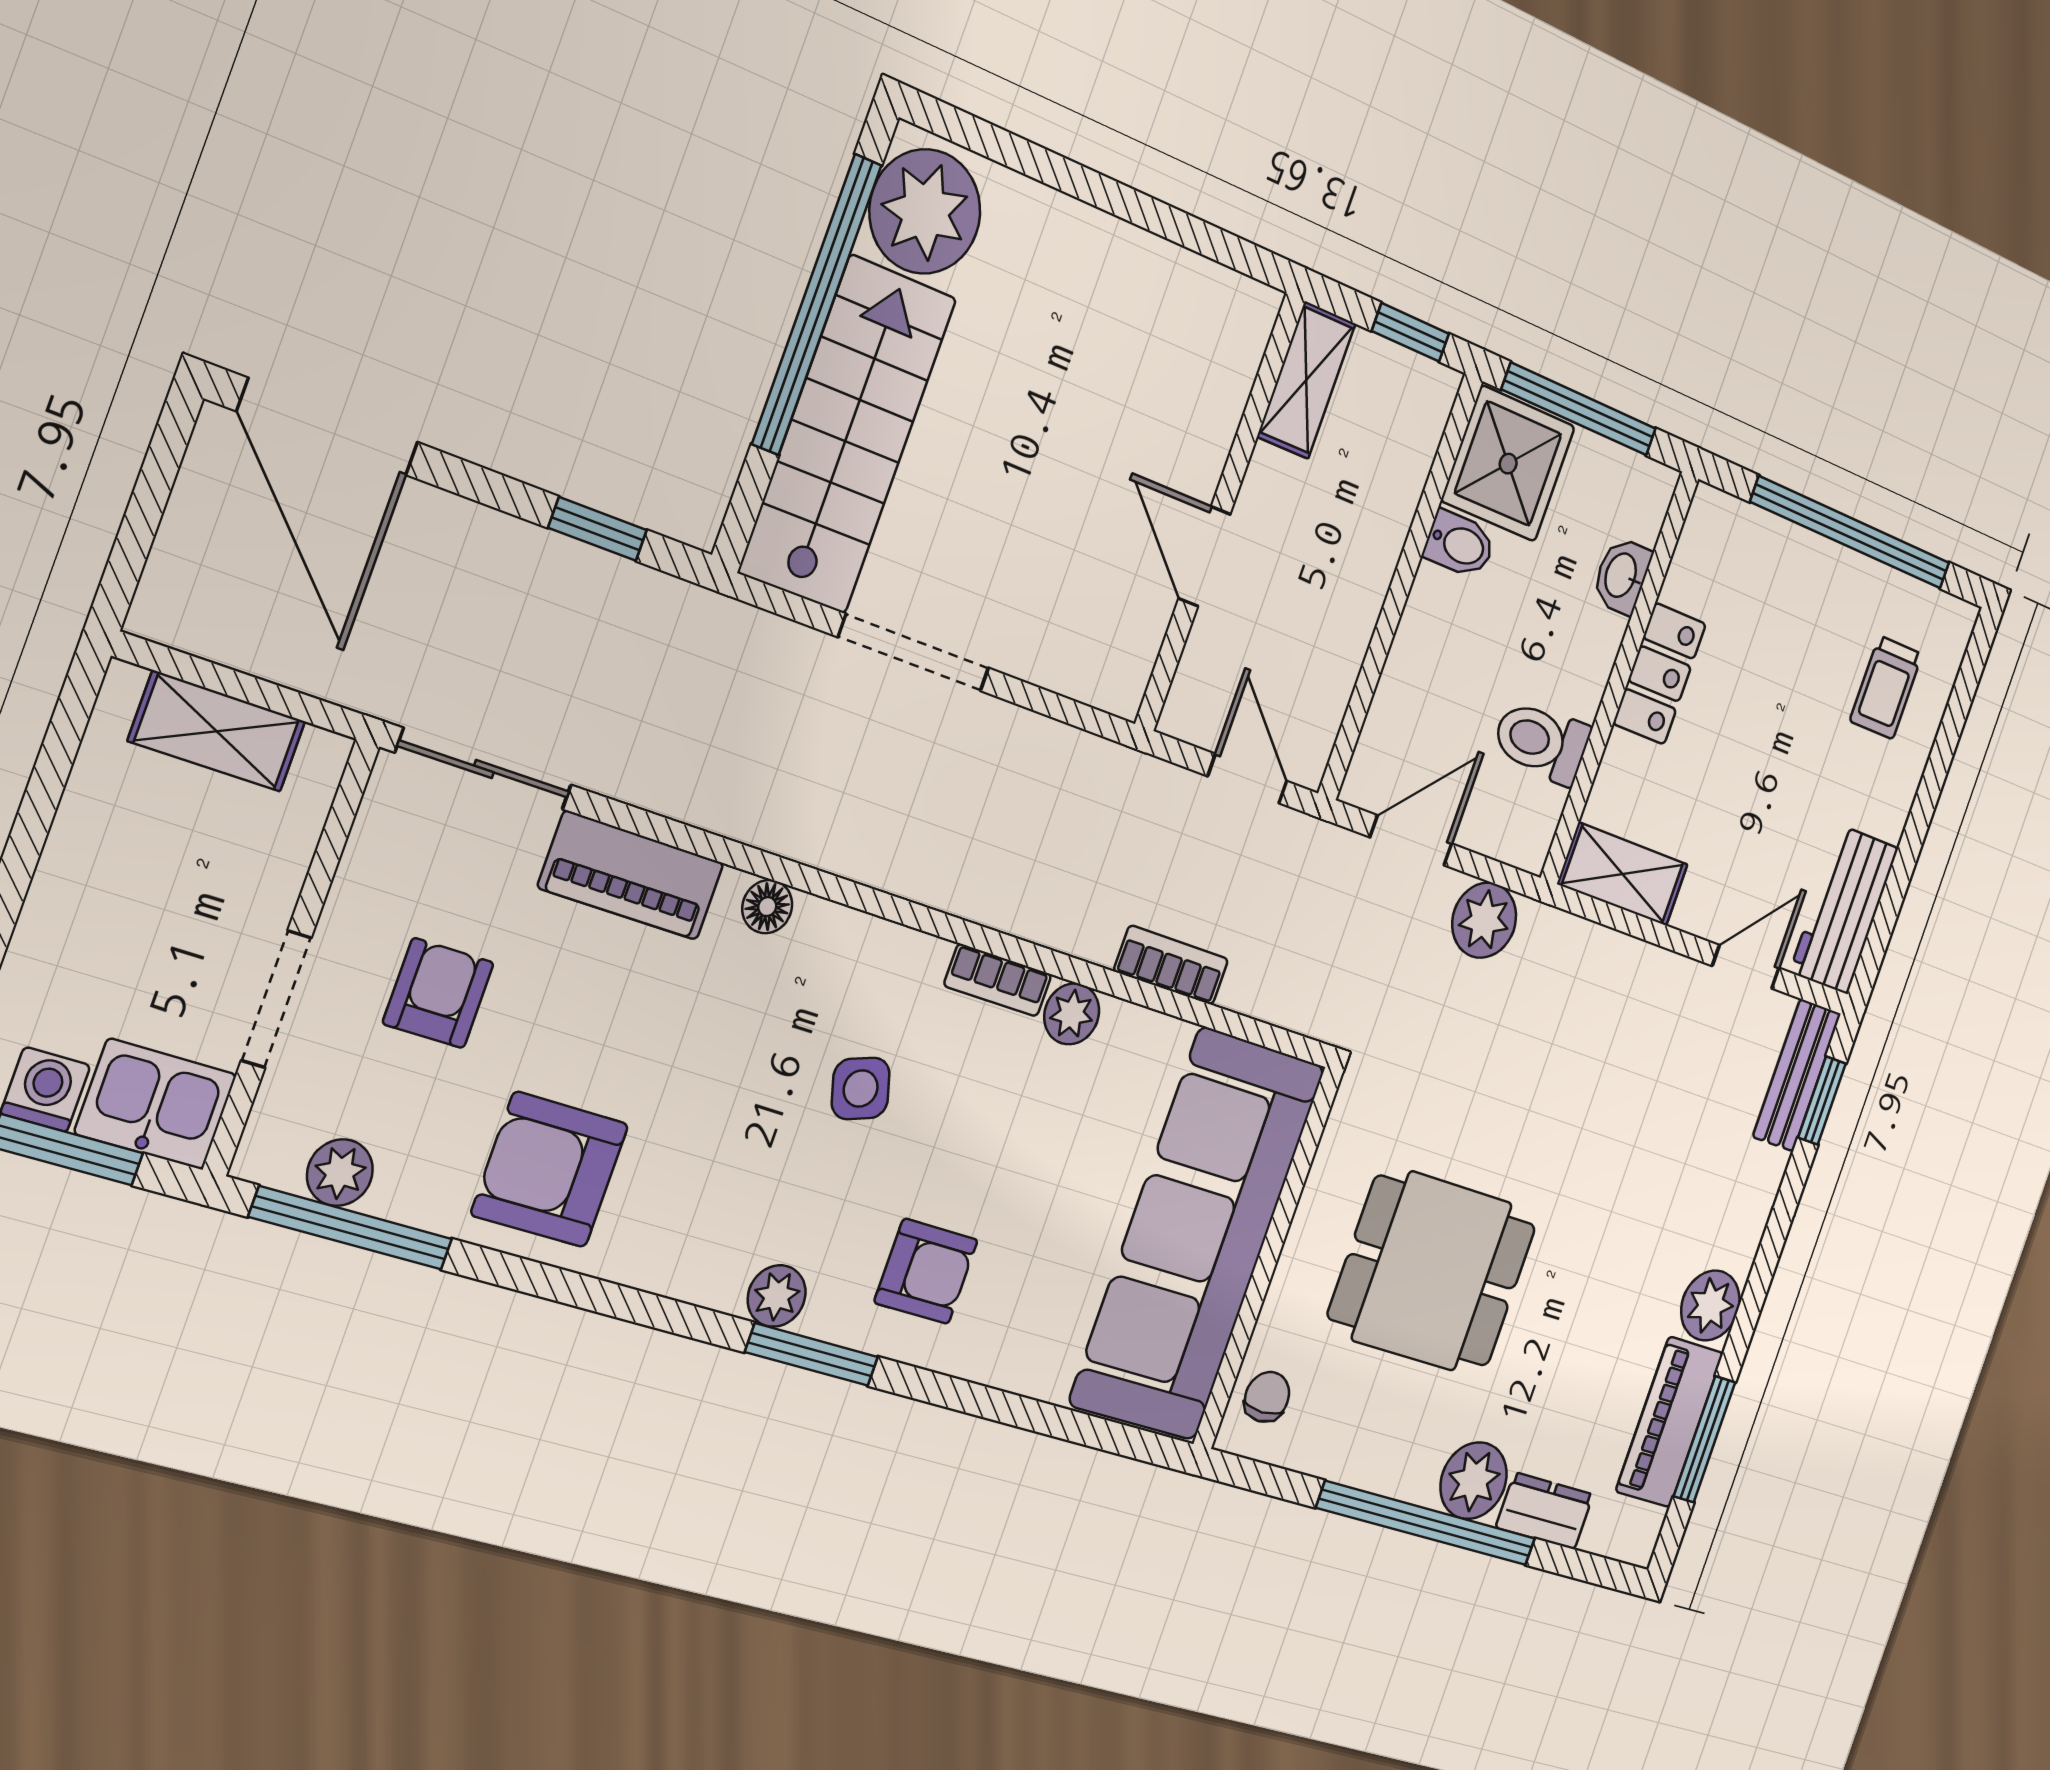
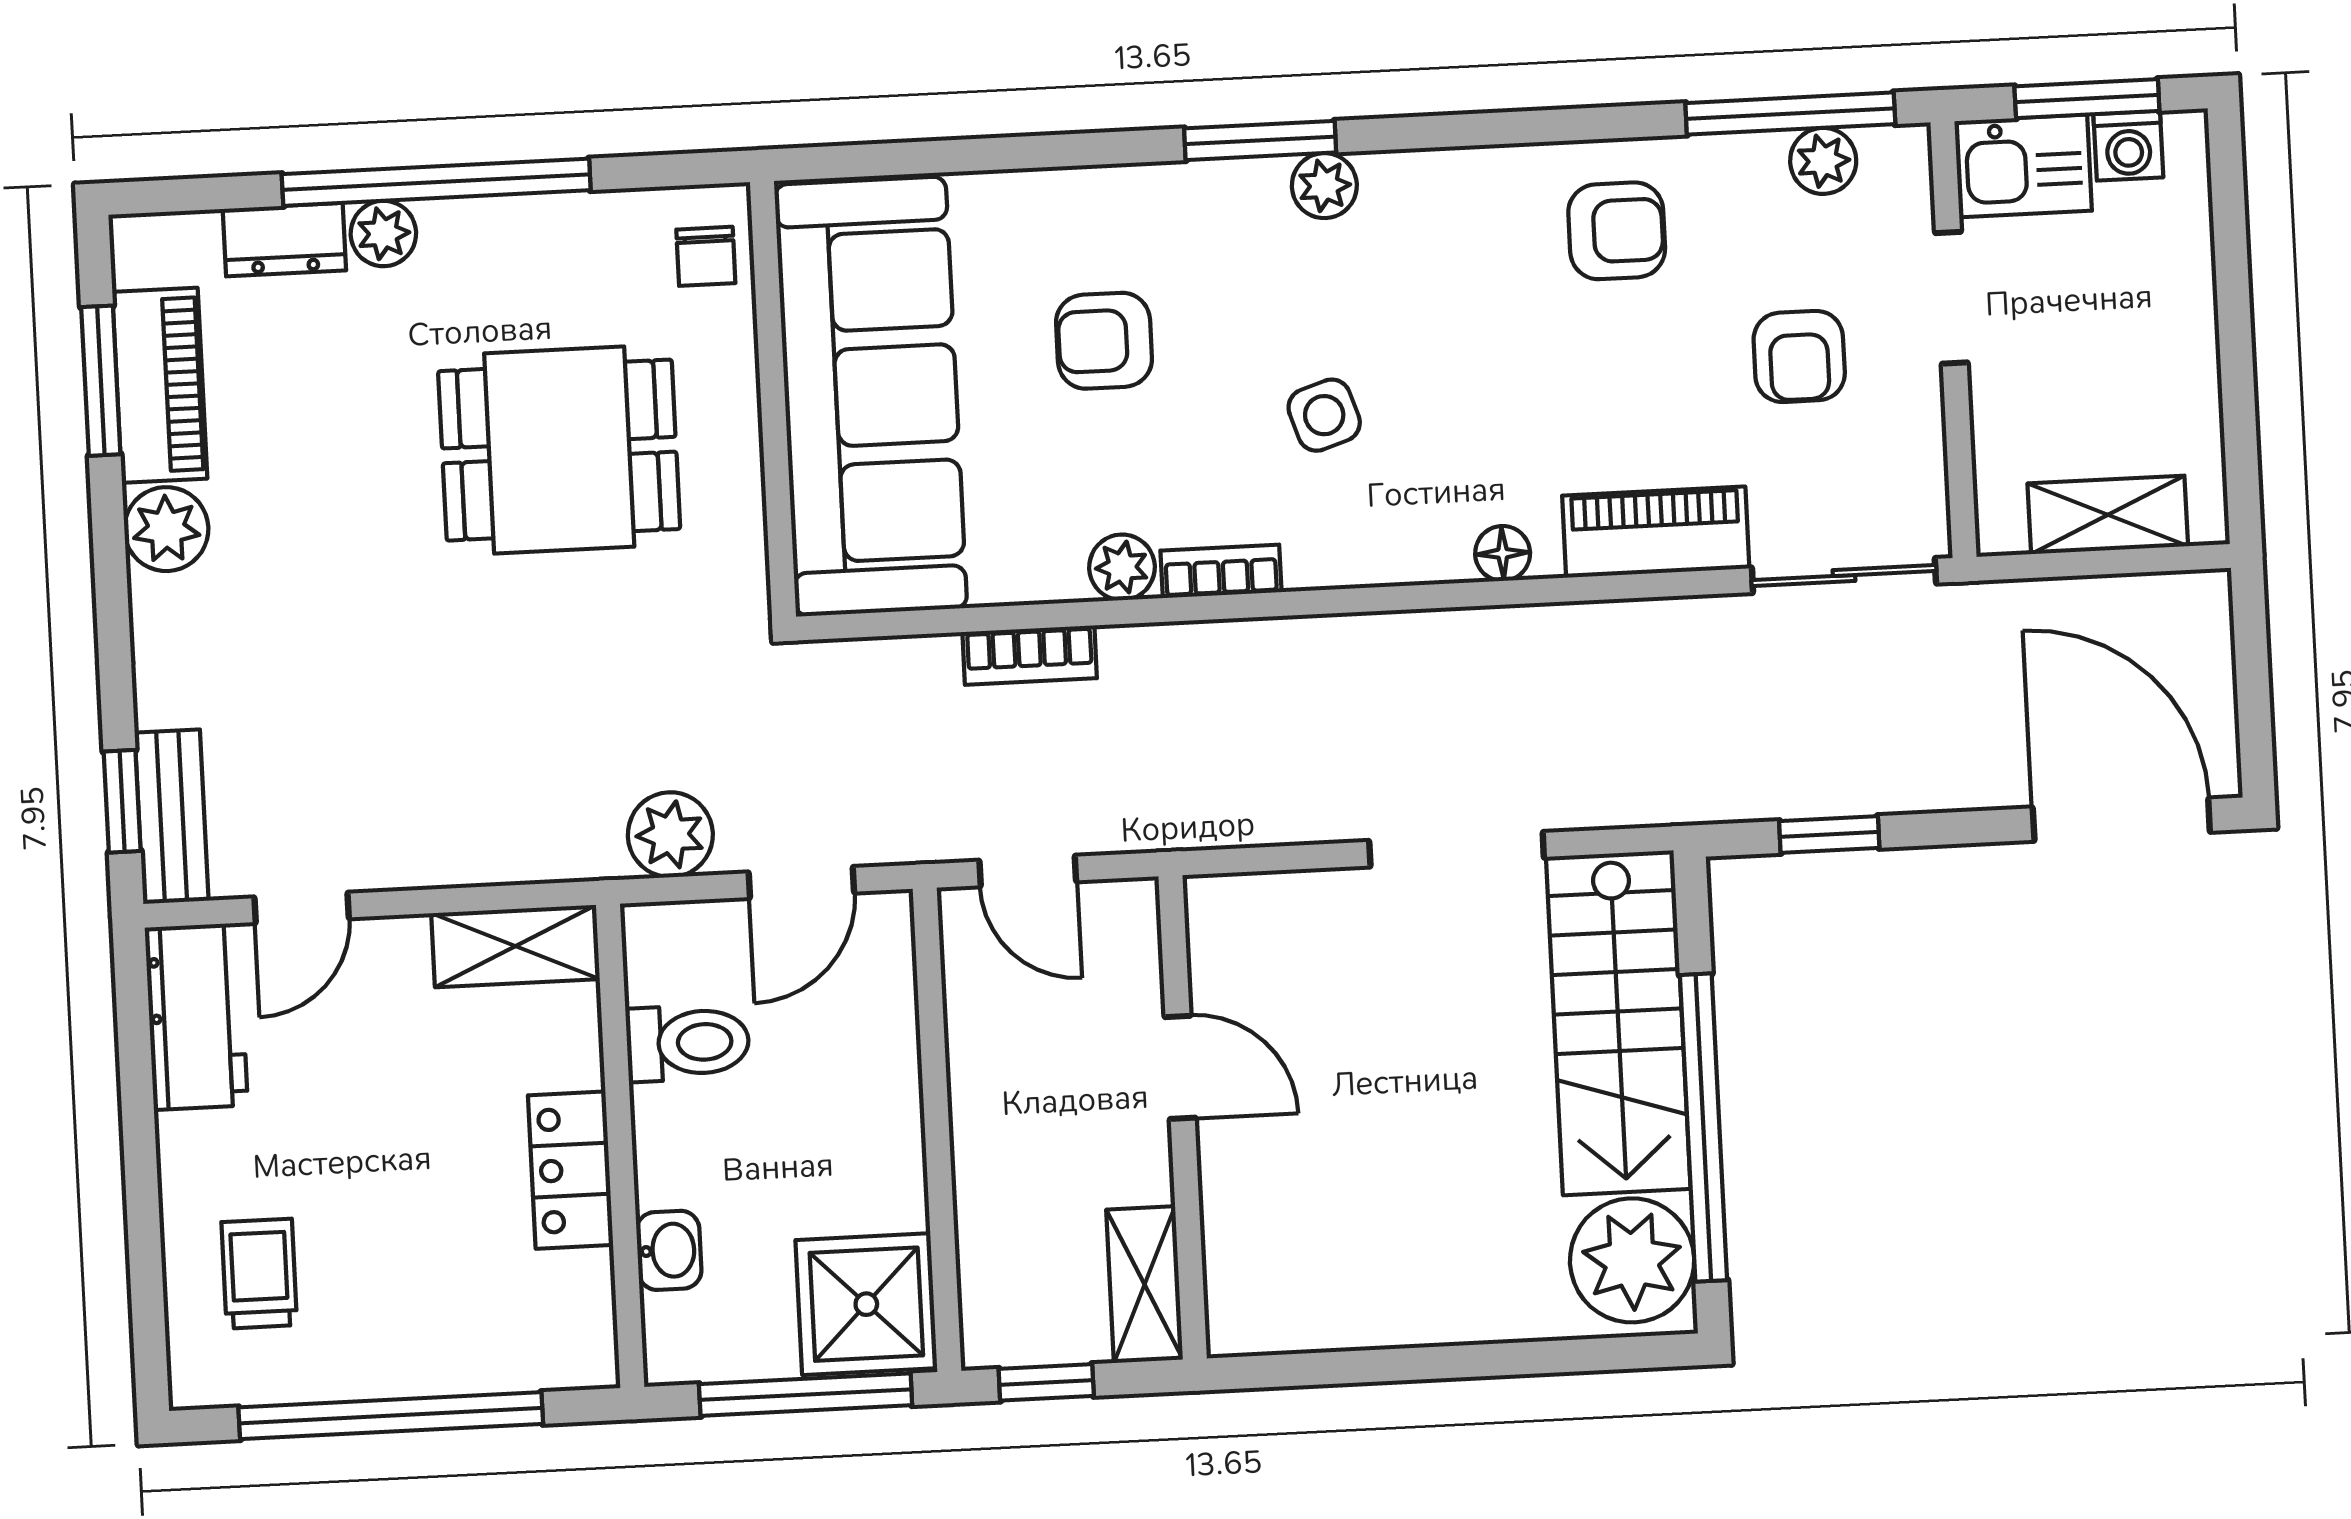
bidet: (1459, 544) -> (886, 1200), removed
armchair: (550, 1169) -> (1617, 231), width x0.72, depth x0.72
armchair: (926, 1271) -> (1104, 341), moved
plant: (1474, 1481) -> (383, 234), width x0.73, depth x0.73

